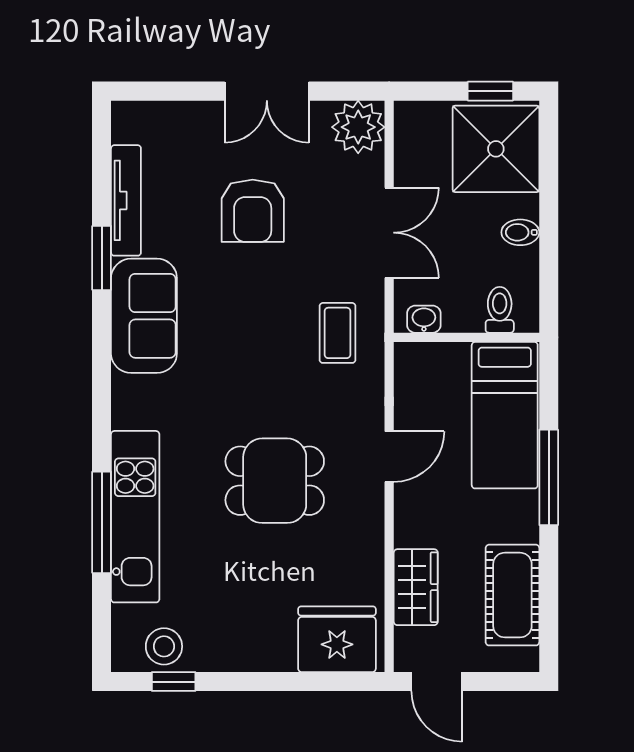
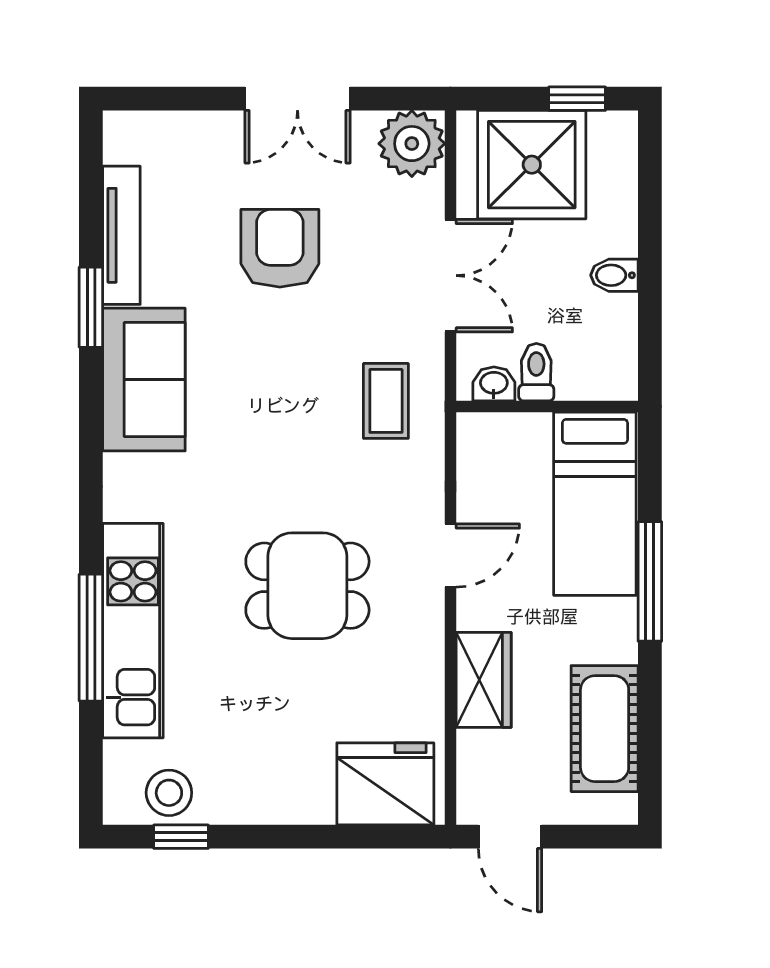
shower: (496, 149) -> (532, 165), moved
armchair: (253, 211) -> (280, 248), turned 180
toilet: (500, 310) -> (536, 372), moved
wardrobe: (416, 587) -> (484, 680), moved

